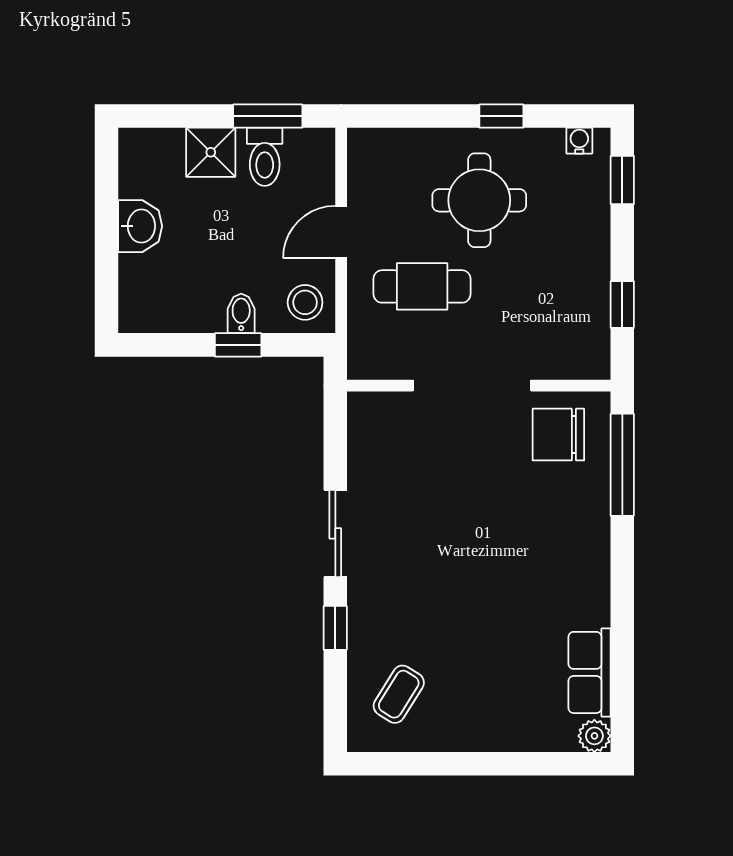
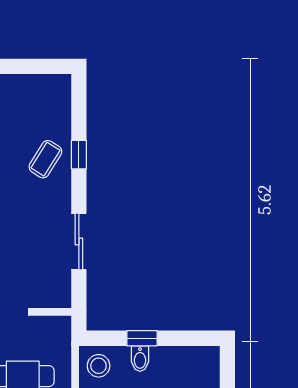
sliding door: (335, 533) -> (79, 241), moved
coffee table: (399, 694) -> (45, 159), moved

